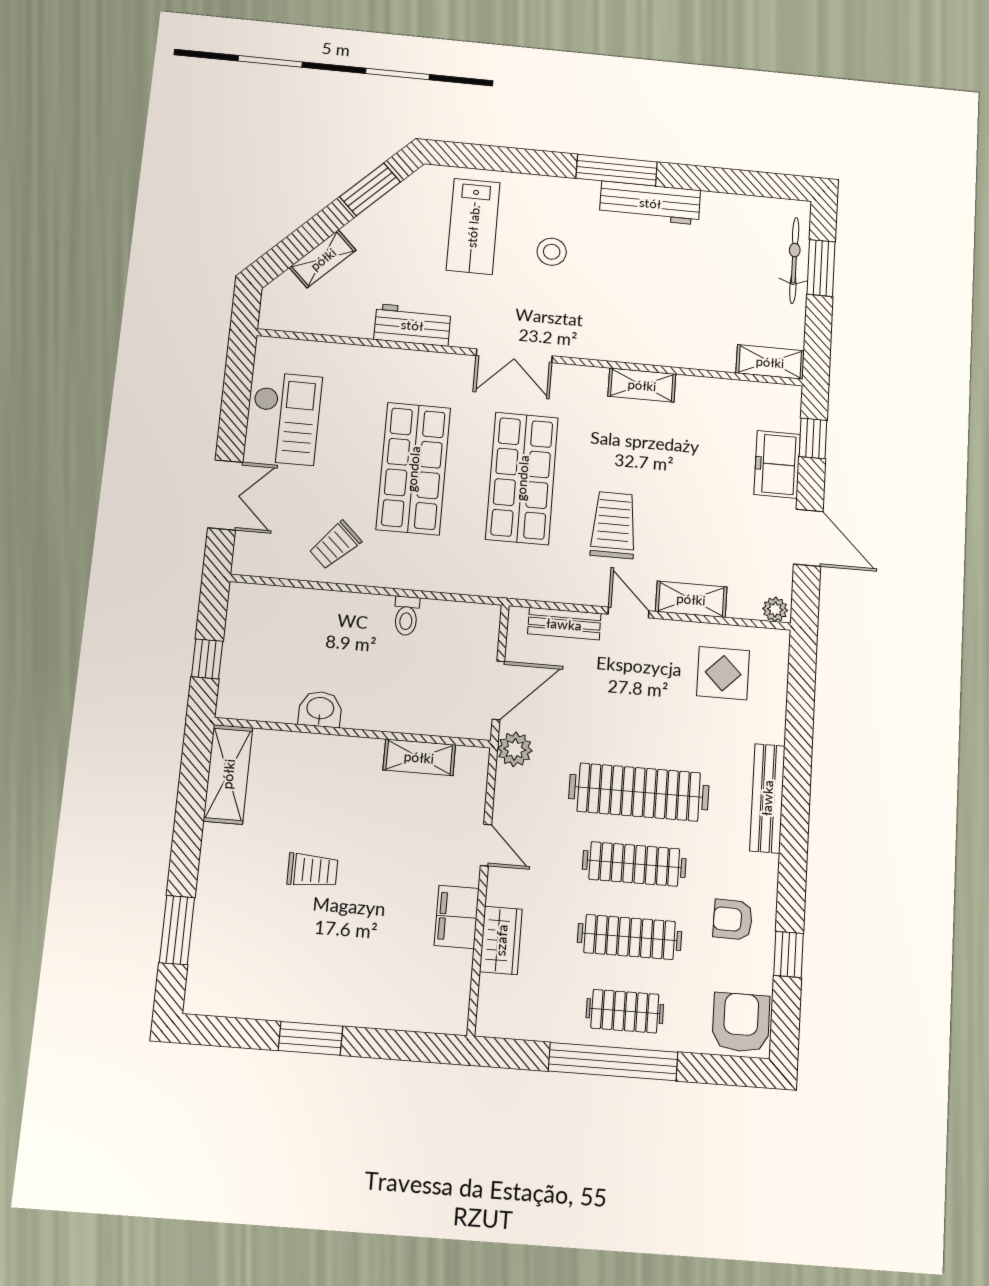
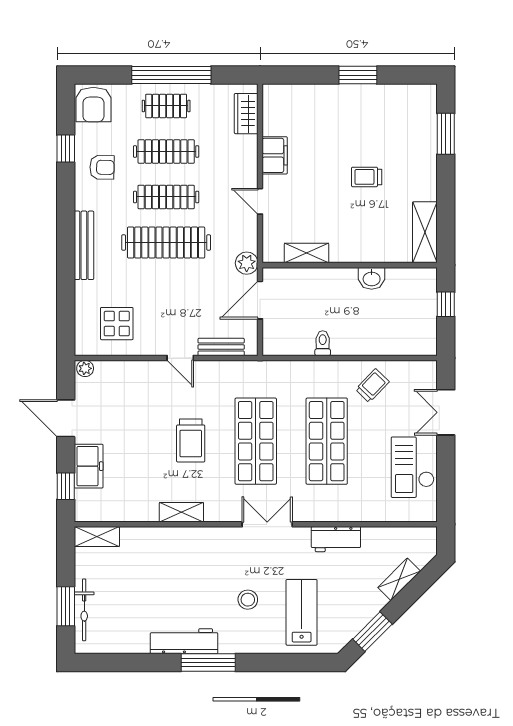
trolley: (614, 525) -> (191, 440), moved
shelving: (691, 599) -> (140, 370), removed
wardrobe: (501, 940) -> (246, 114), moved

